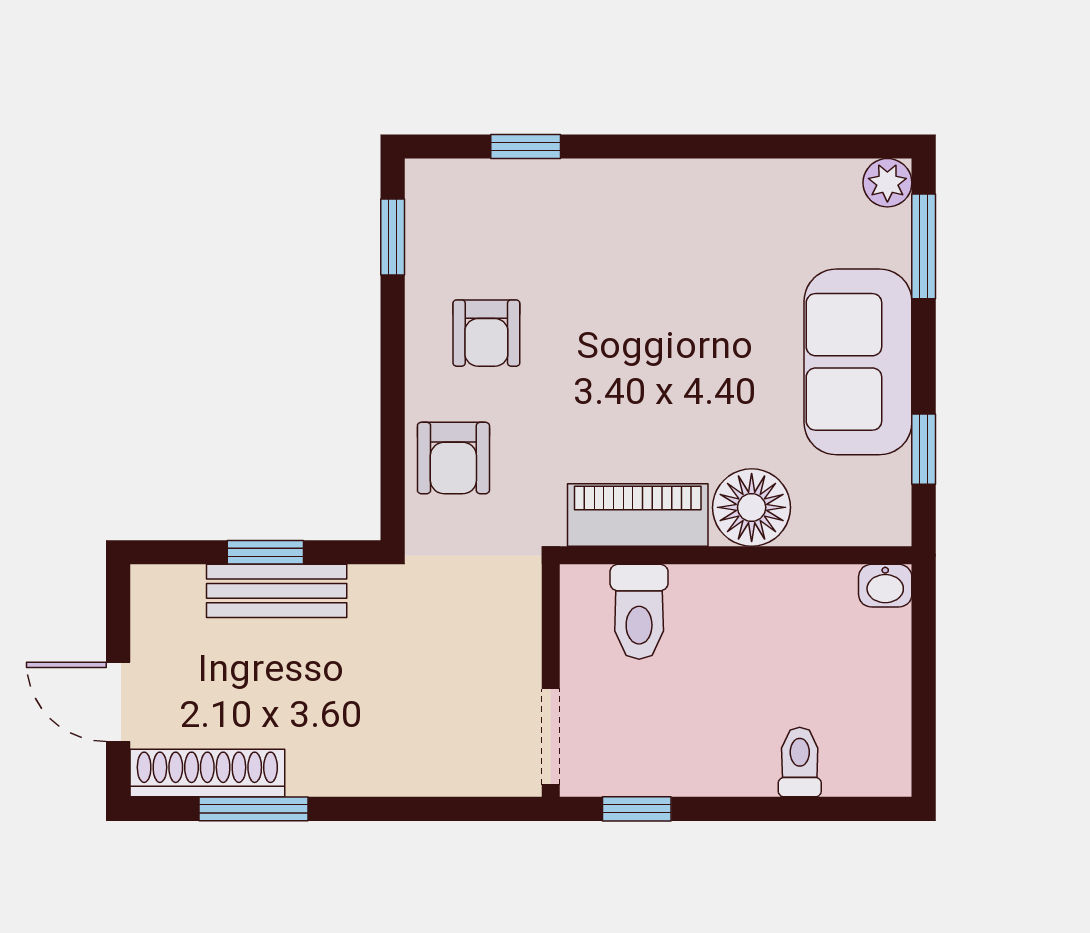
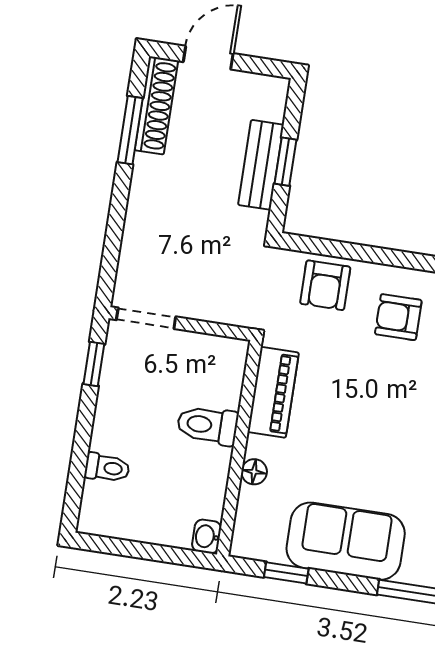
armchair: (453, 458) -> (325, 285), turned -90
floor lamp: (752, 507) -> (254, 472), width x0.53, depth x0.53
toilet: (639, 612) -> (208, 425), moved

